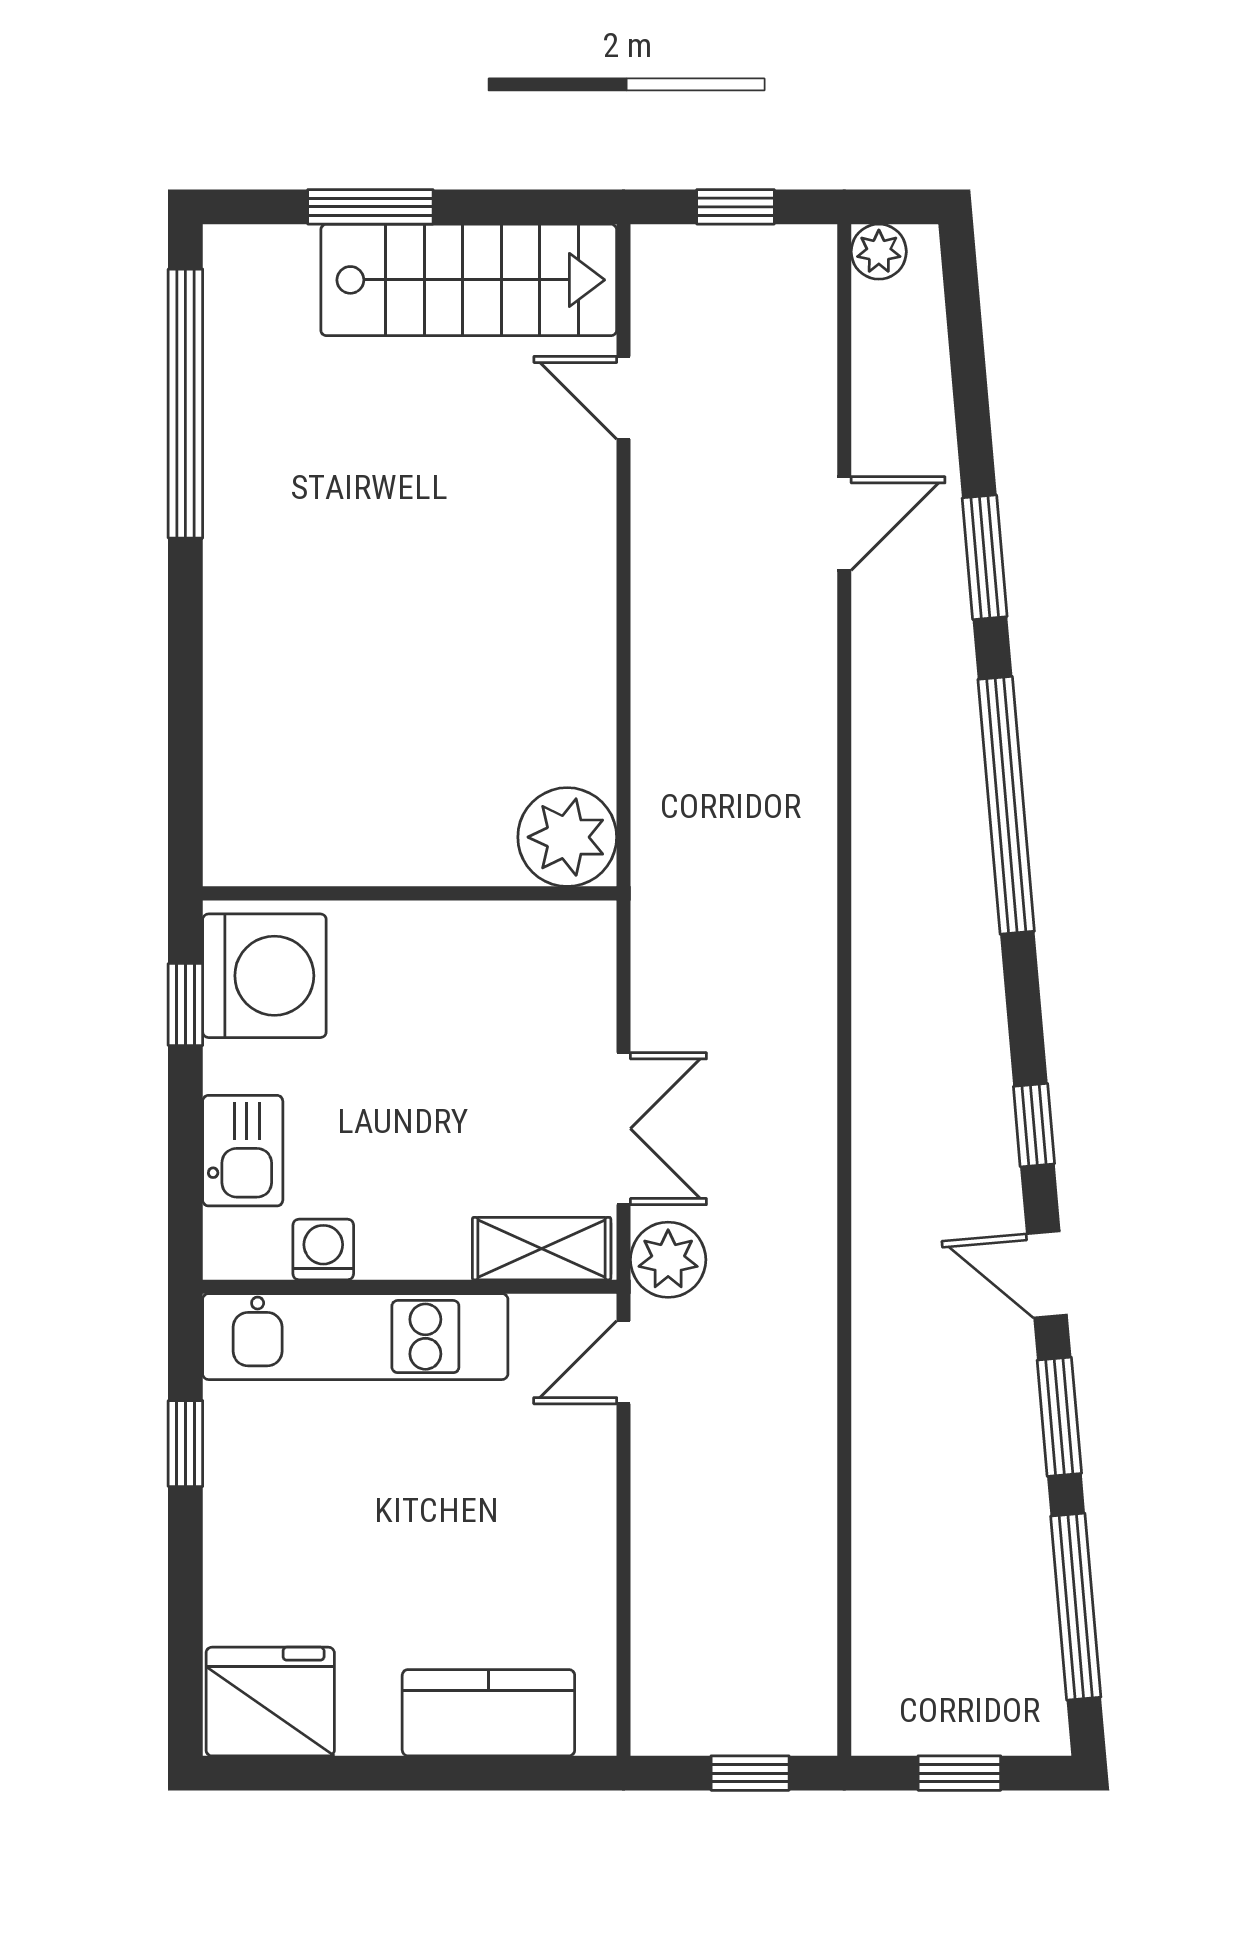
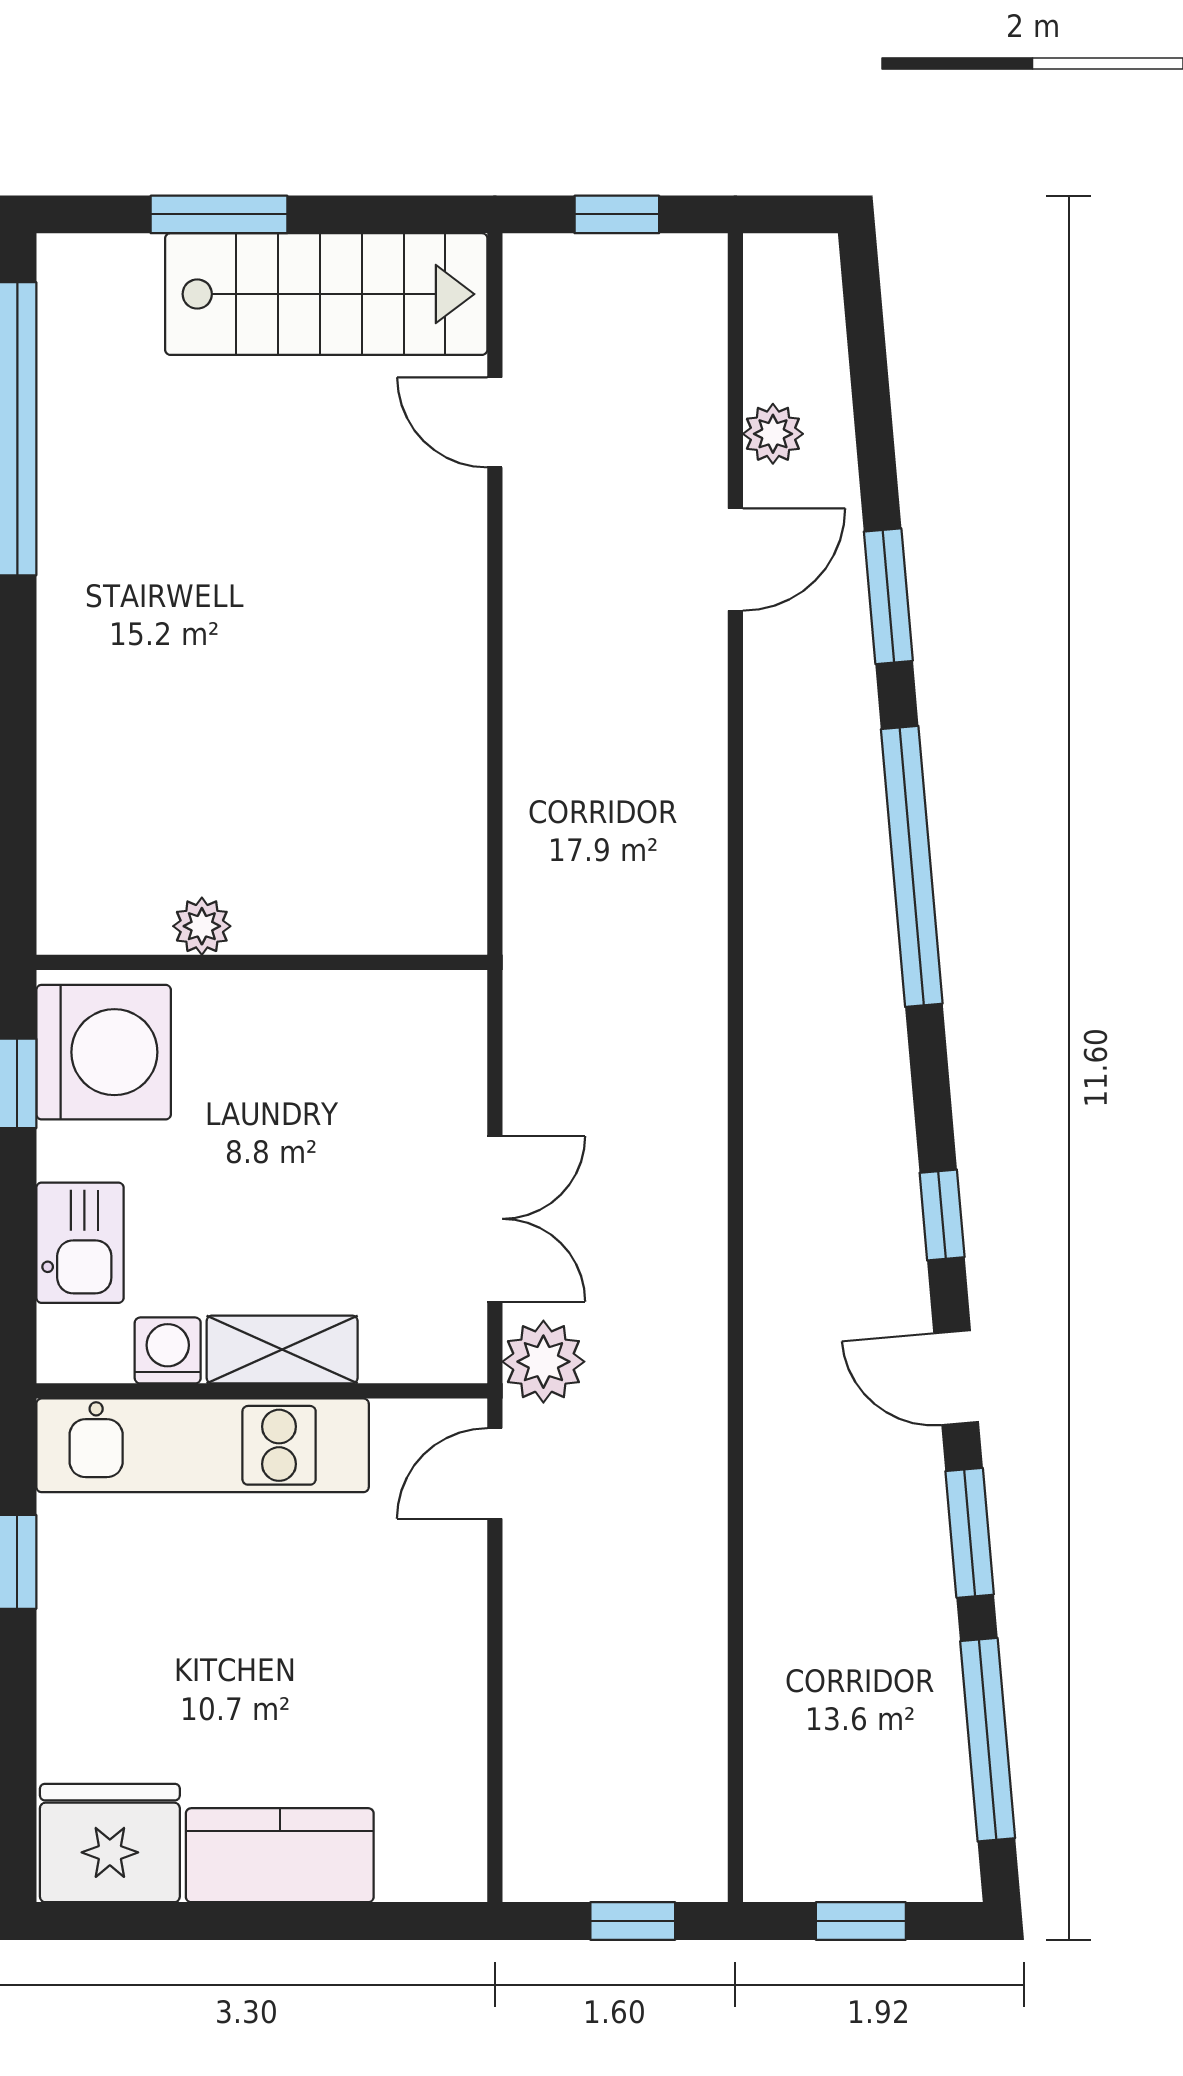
plant: (879, 252) -> (773, 434), moved
plant: (567, 837) -> (202, 926), moved, width x0.53, depth x0.53
shelving: (542, 1249) -> (282, 1349), moved
kitchen counter: (488, 1713) -> (280, 1855), moved

